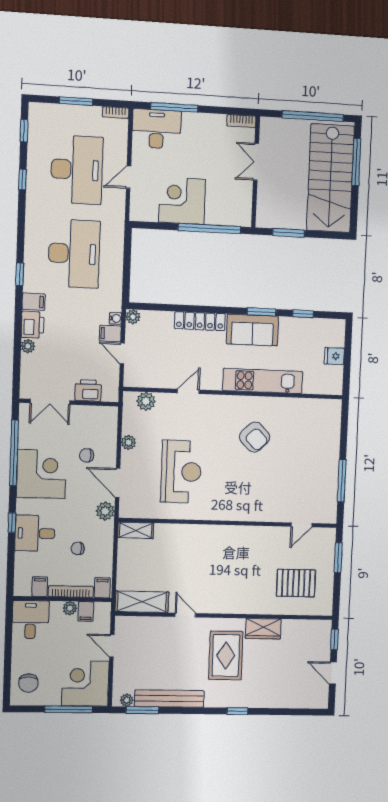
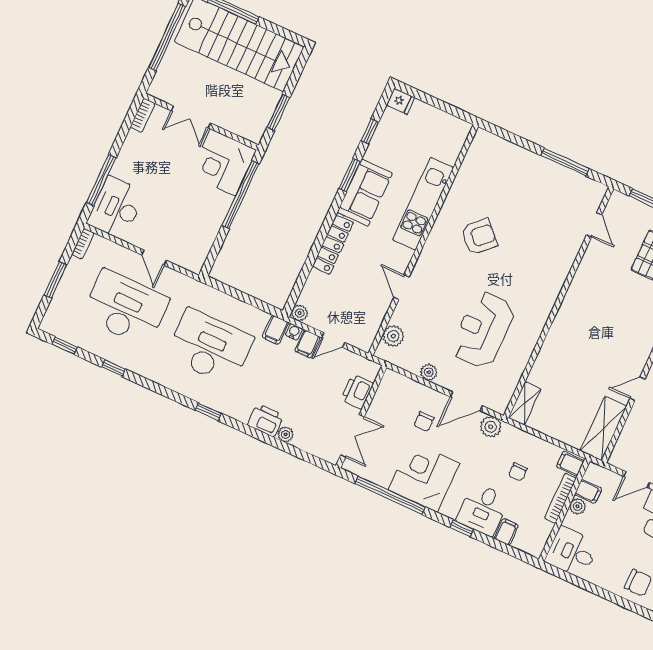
corner desk: (182, 201) -> (223, 162), moved
filing cabinet: (34, 302) -> (275, 330), moved, turned 180
fridge: (334, 356) -> (401, 101), moved, turned -90
reception desk: (181, 472) -> (483, 330), turned -90
filing cabinet: (40, 587) -> (506, 532), moved, turned 90

